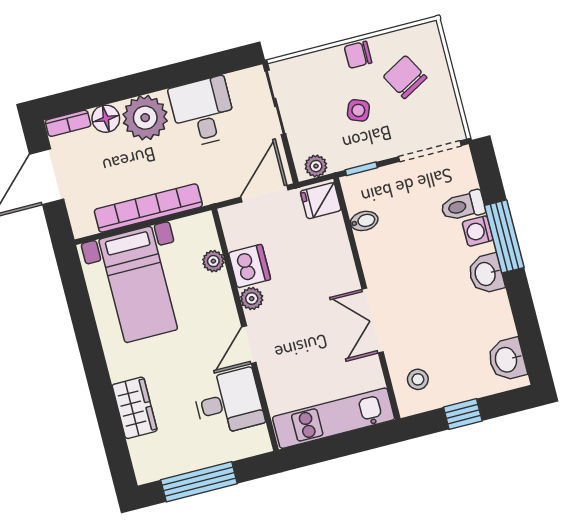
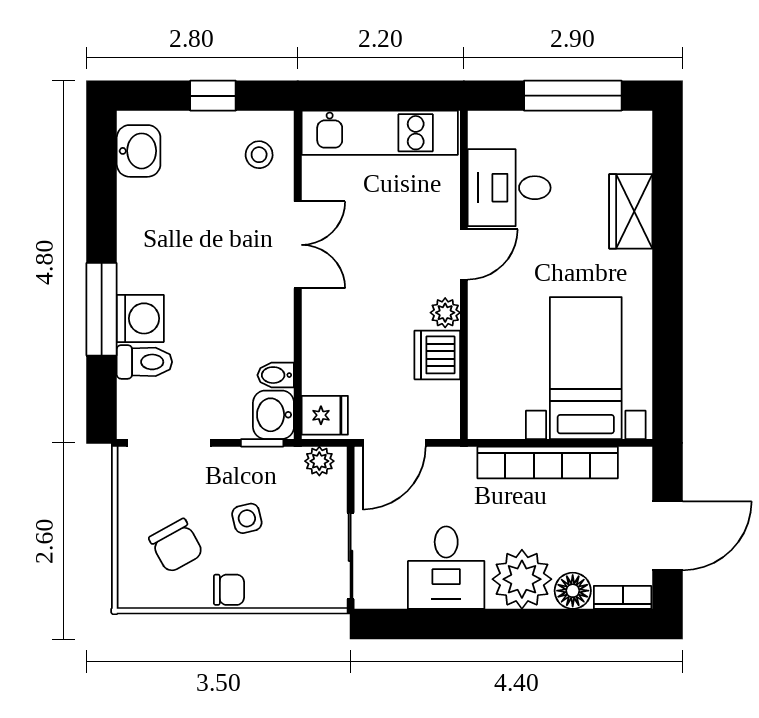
side table: (358, 110) -> (247, 518), turned -35
washing machine: (478, 231) -> (140, 318), width x1.38, depth x1.38
plant: (213, 261) -> (482, 373), removed
washbasin: (486, 274) -> (273, 415), moved, turned 180

